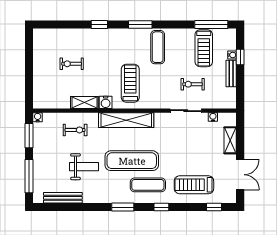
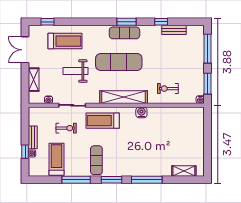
window: (99, 25) -> (147, 180), width x2.17
window: (211, 25) -> (76, 180), moved
exercise bike: (72, 64) -> (171, 146), removed
treadmill: (130, 83) -> (103, 121), moved, turned 90
shelving: (84, 102) -> (184, 171), moved
weight bench: (84, 167) -> (75, 71), moved
exercise mat: (148, 185) -> (124, 33), moved
bench: (63, 198) -> (174, 30), width x0.73
window: (161, 207) -> (161, 22), moved

